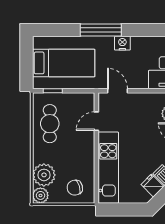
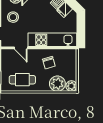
stool: (142, 110) -> (13, 17), added
chair: (75, 188) -> (49, 63), moved

